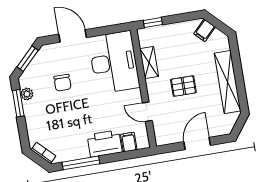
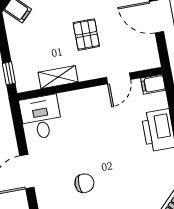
desk: (114, 62) -> (41, 117), width x0.53, depth x0.77
filing cabinet: (129, 142) -> (153, 84), moved

